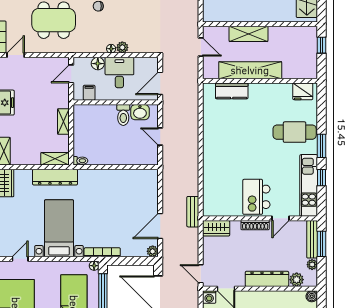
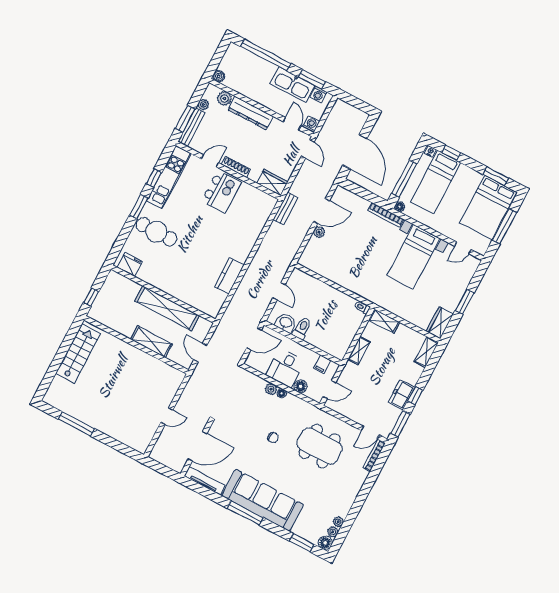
kitchen counter: (232, 91) -> (229, 276), moved, turned -90
dresser: (55, 177) -> (393, 305), removed
plant: (153, 251) -> (319, 232), moved

